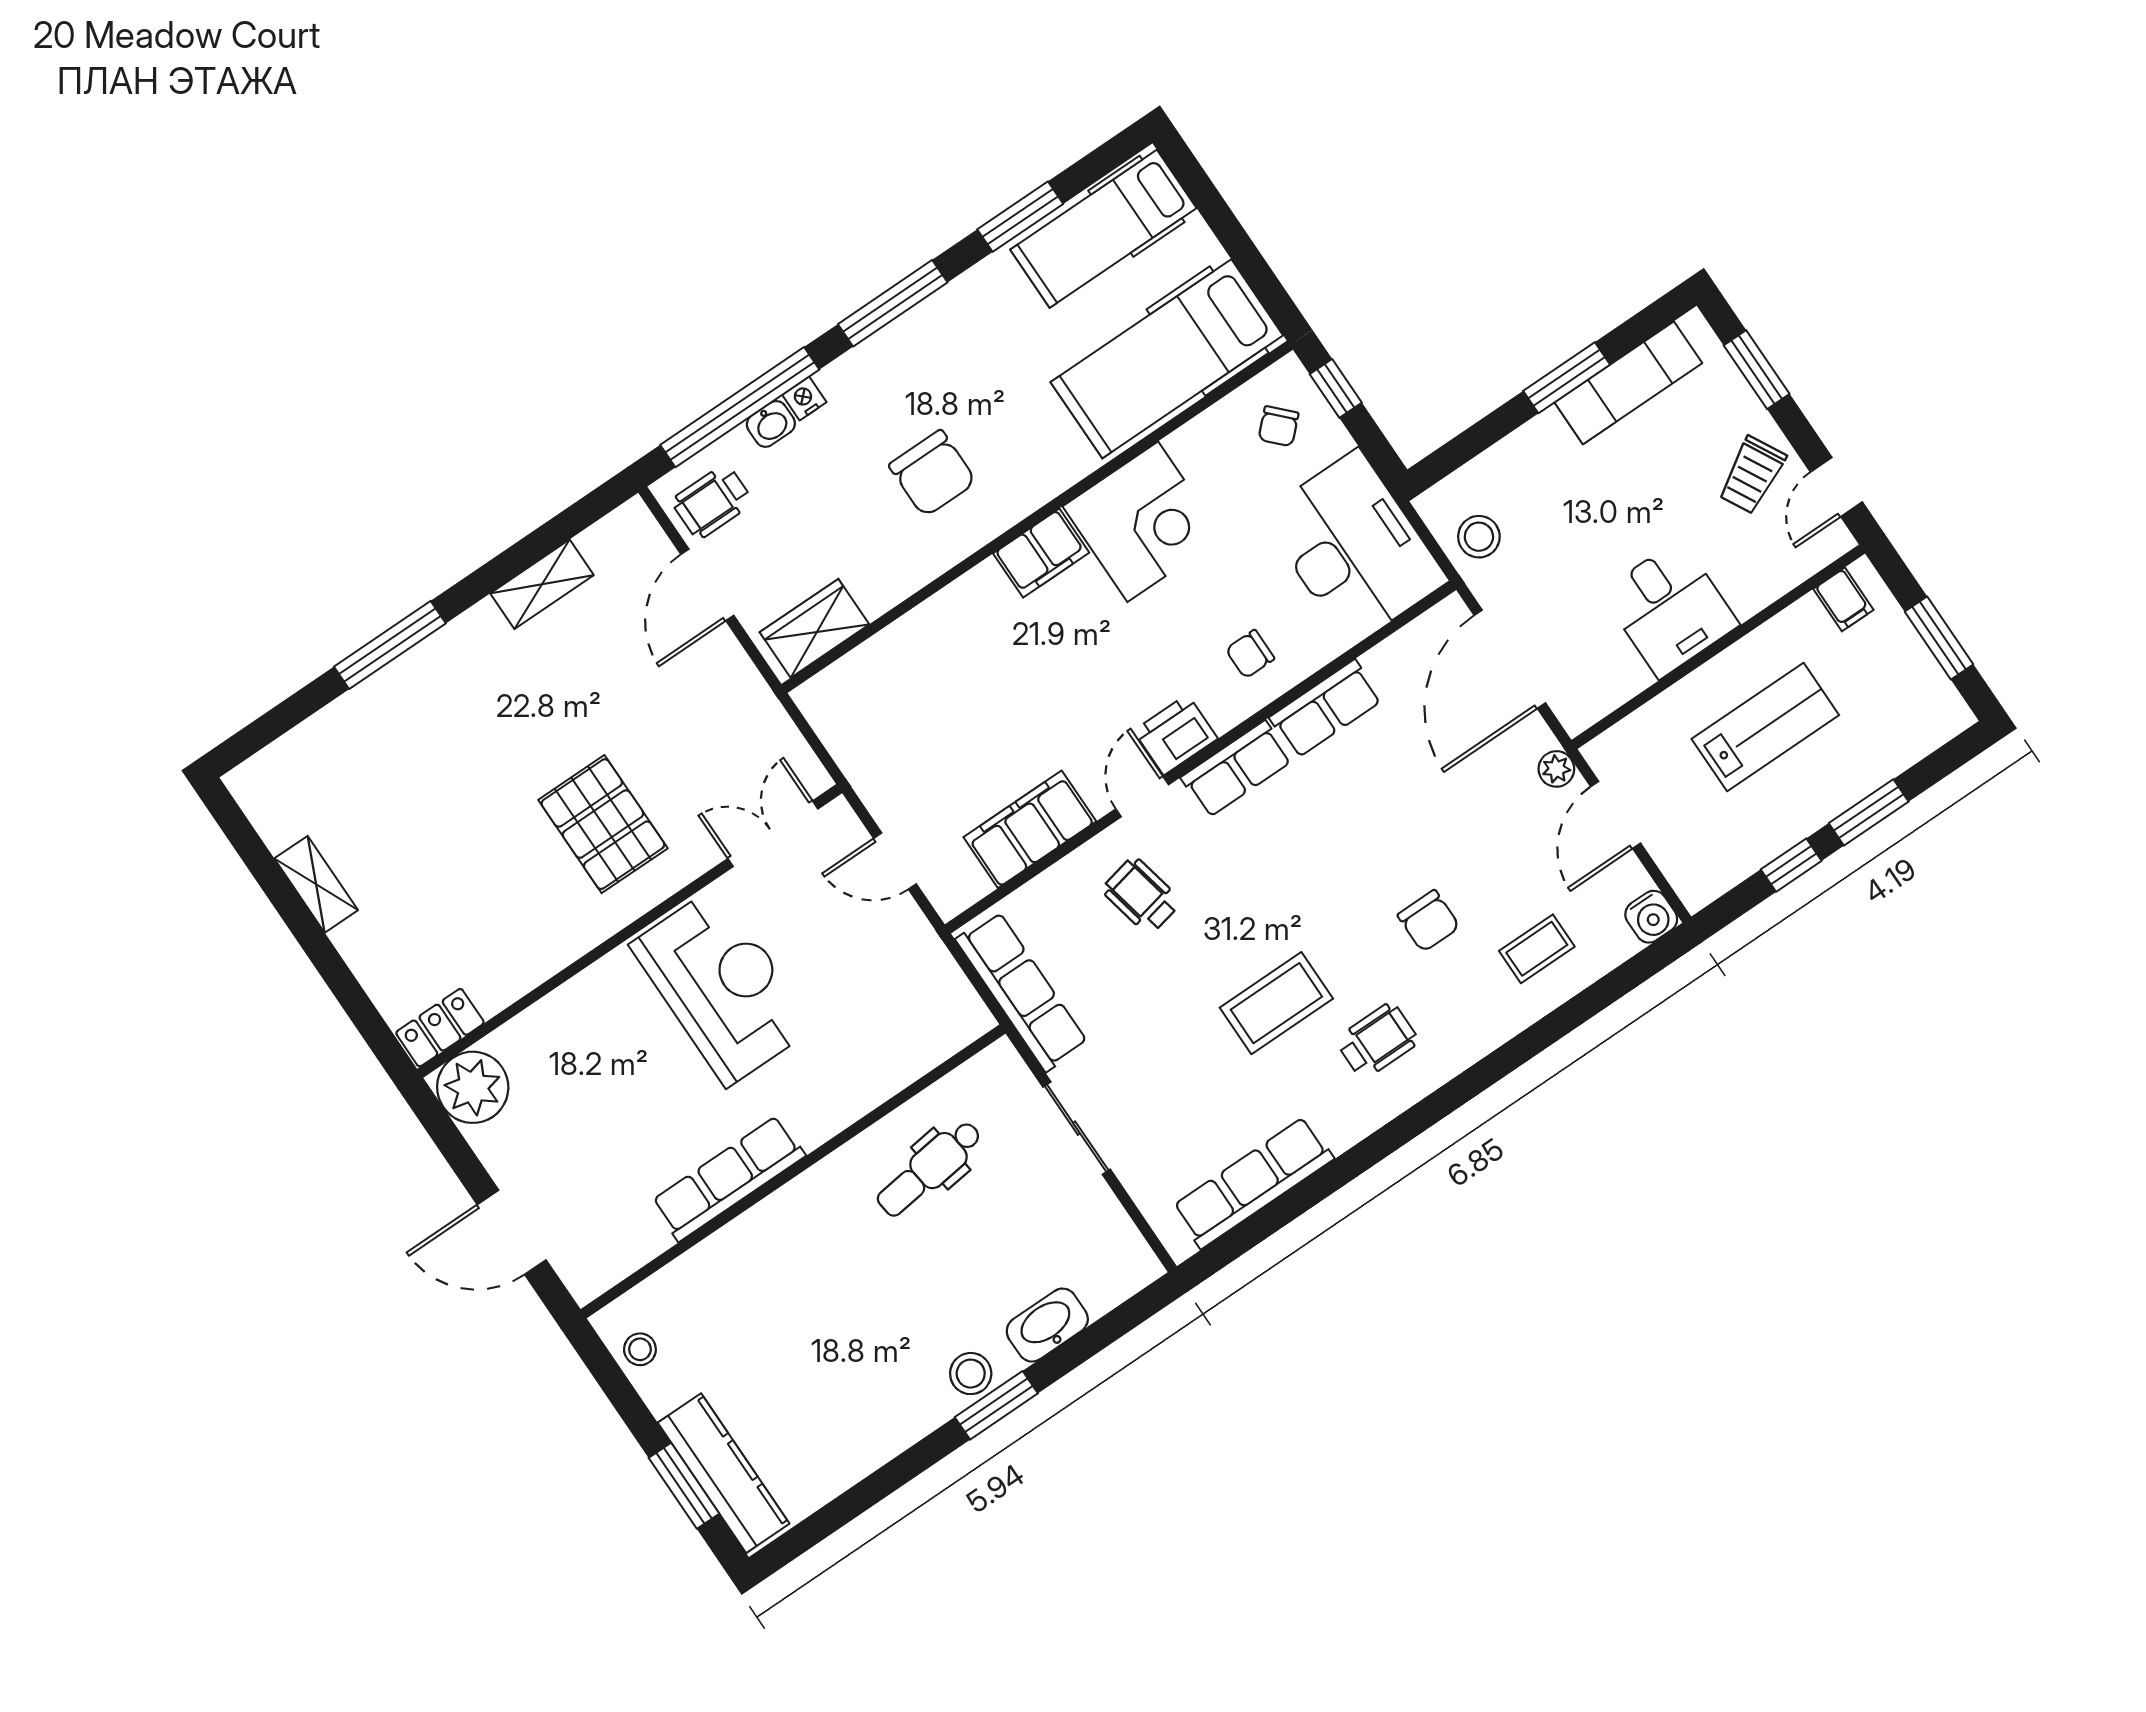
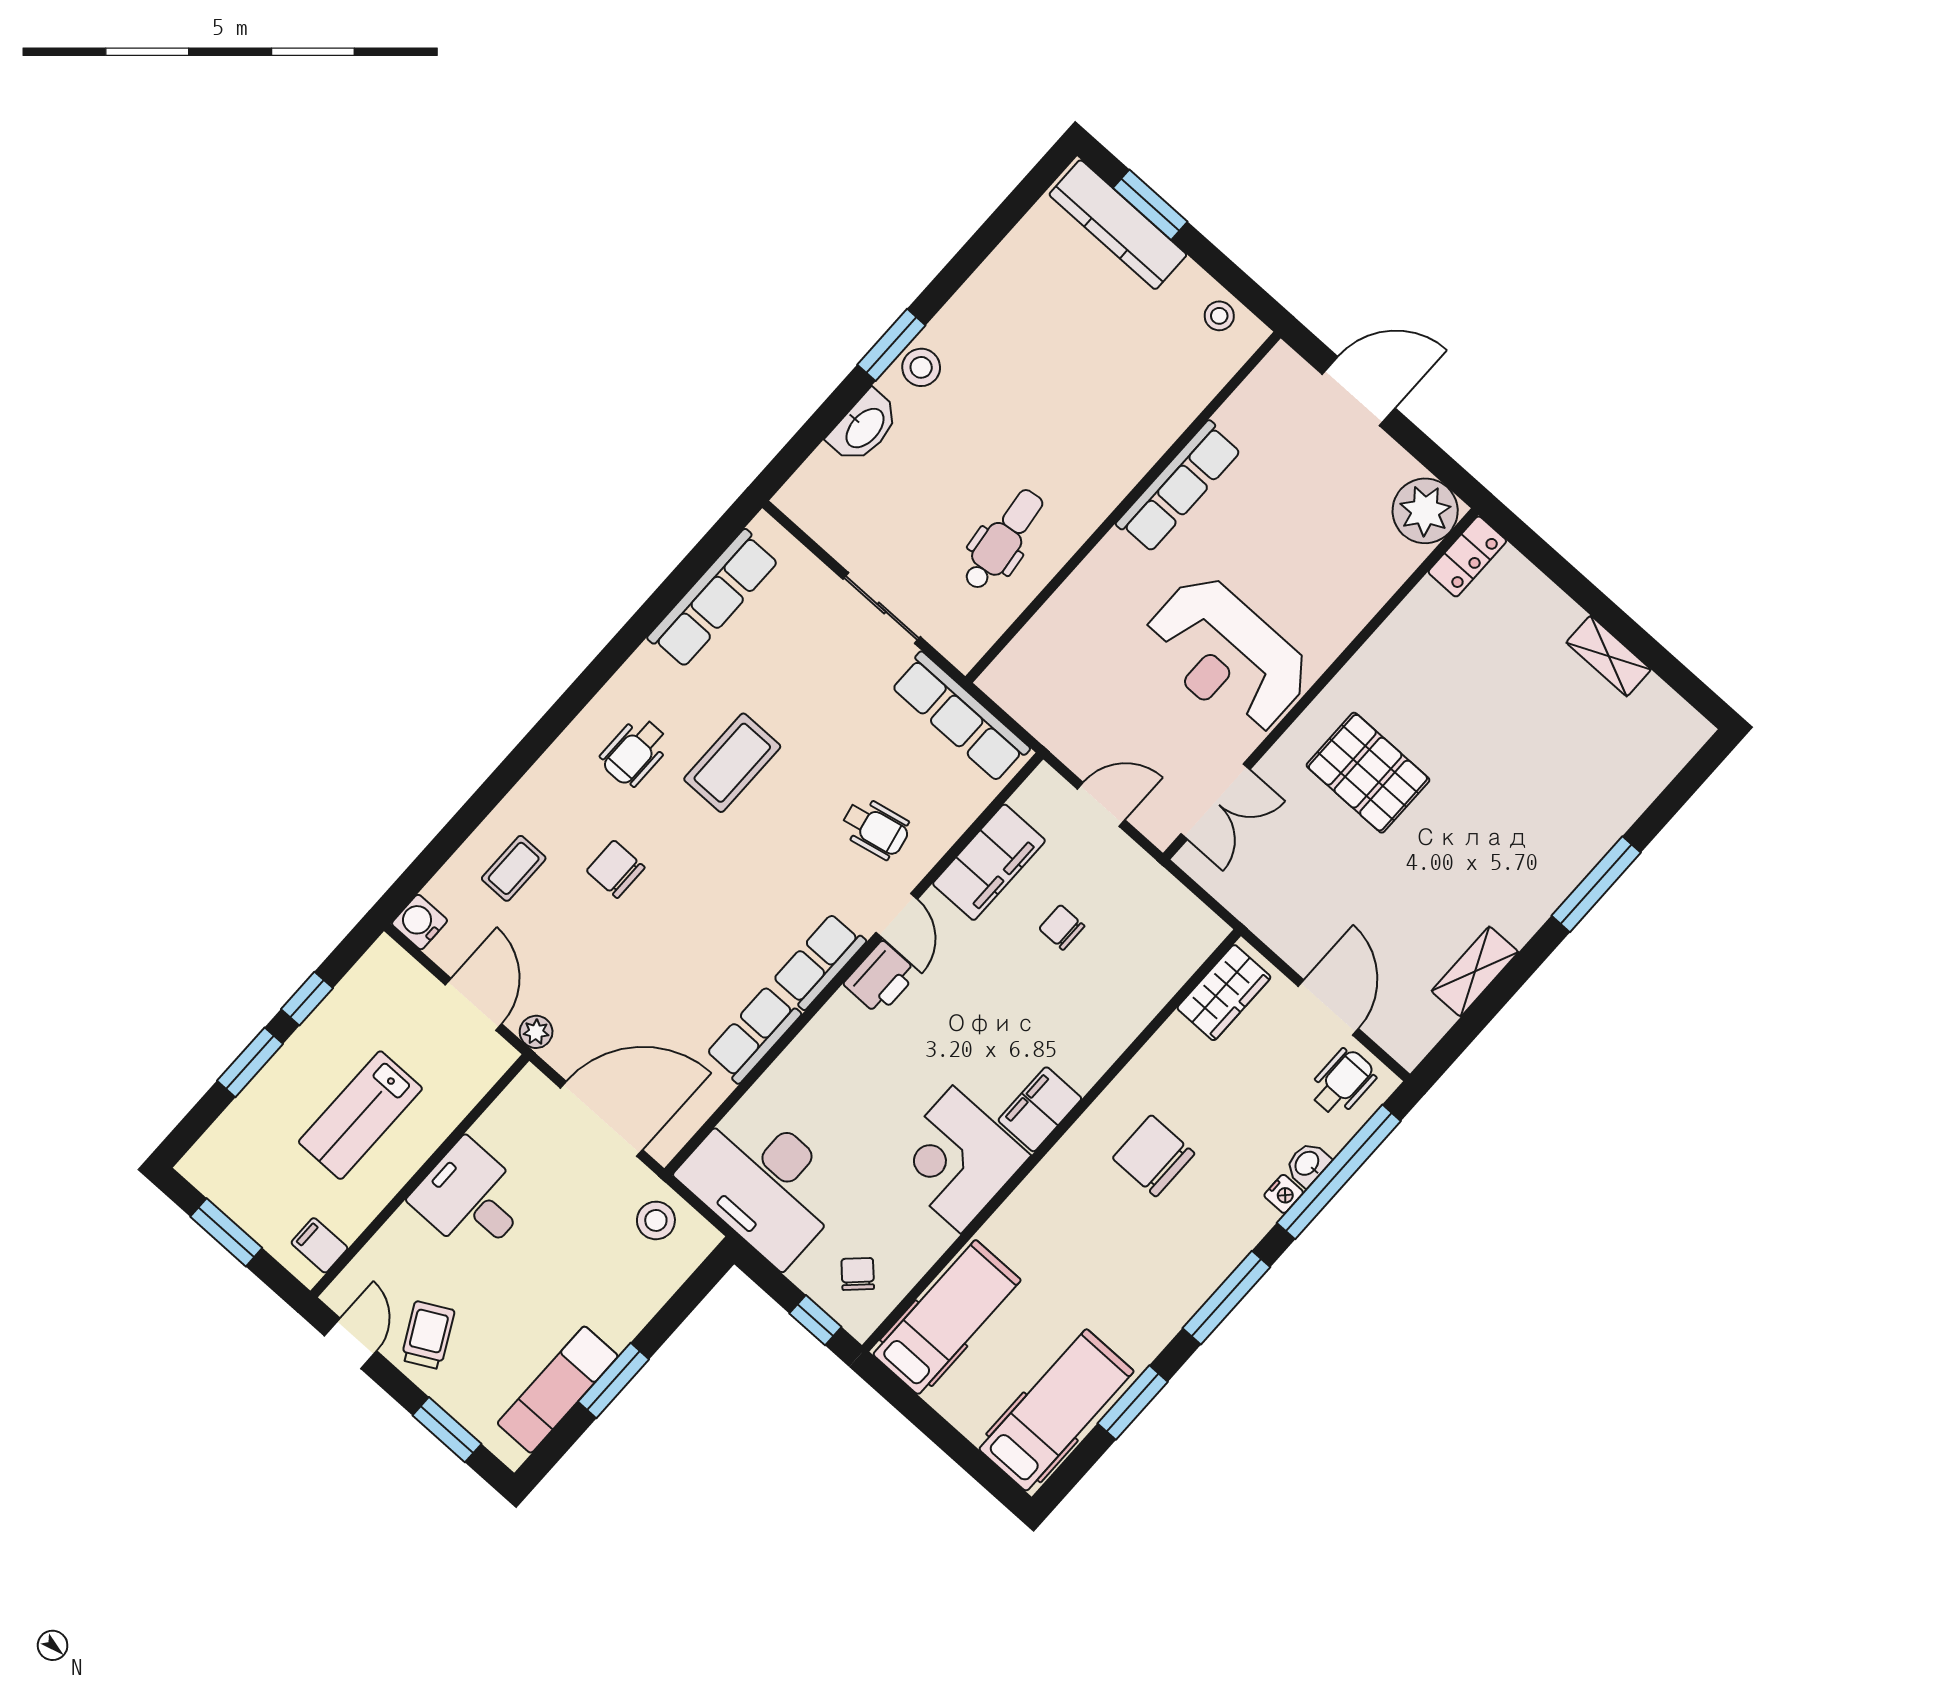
hospital bed: (1167, 359) -> (947, 1317), width x0.73, depth x0.78
chair: (1250, 654) -> (1062, 927), moved, turned -90
door: (1510, 659) -> (601, 1119), hinge flipped

